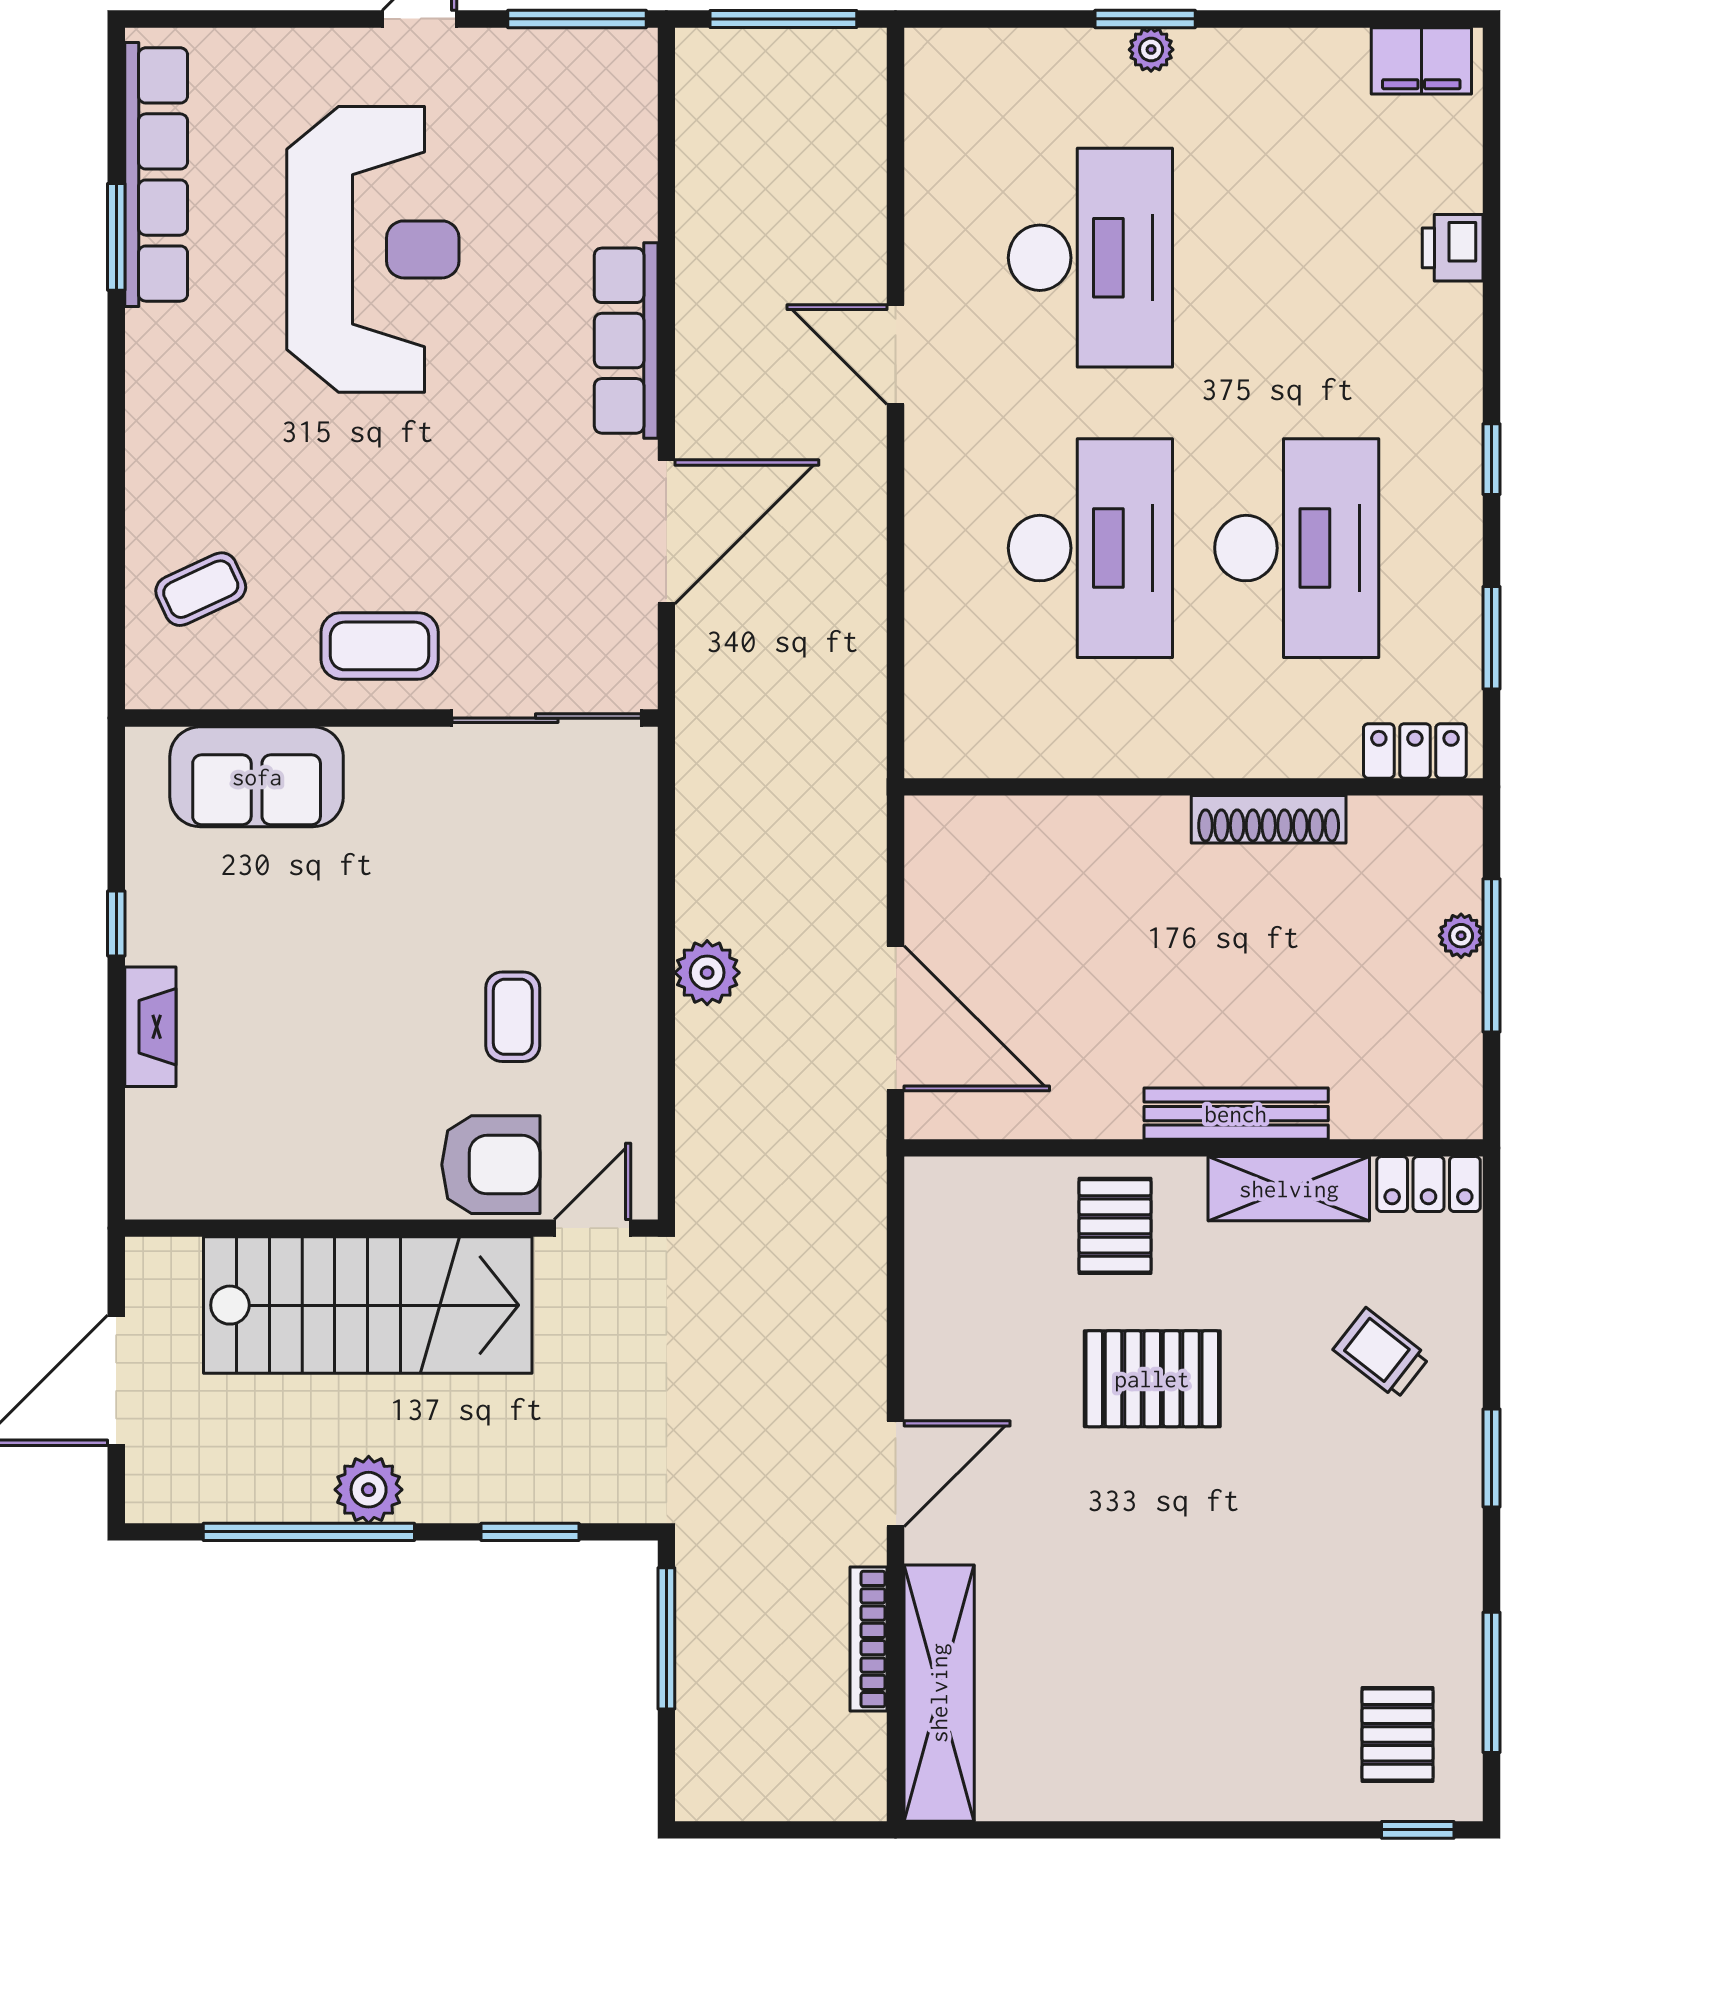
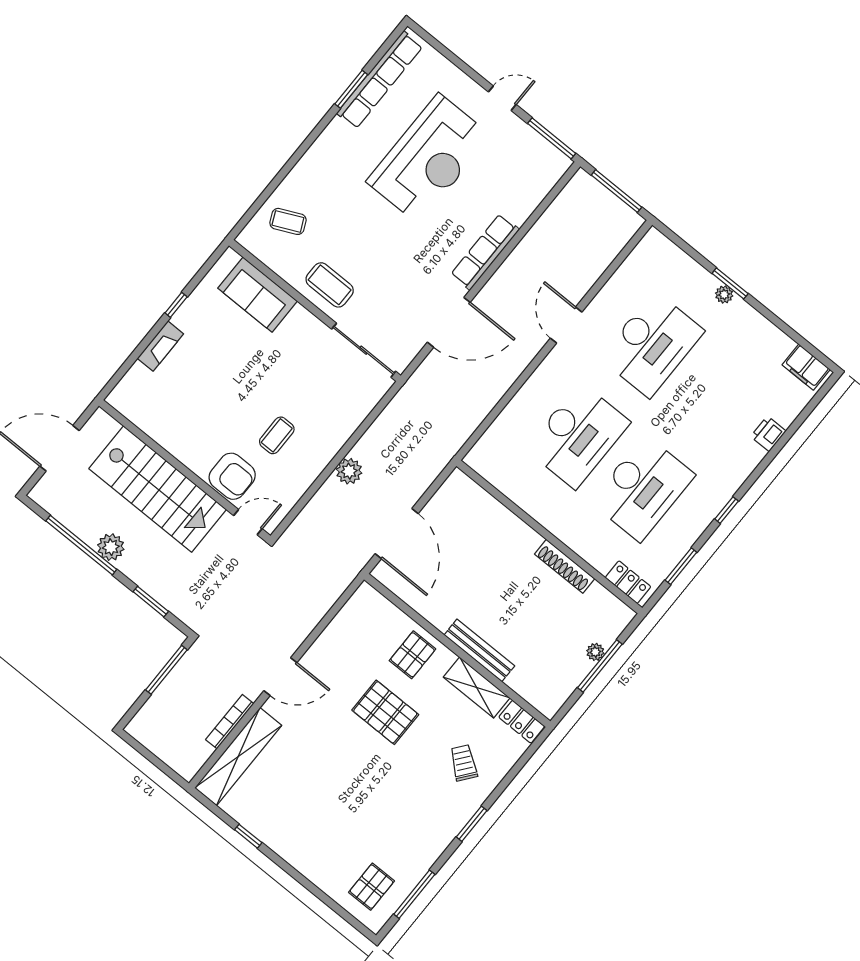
window: (1418, 1830) -> (248, 836), moved

